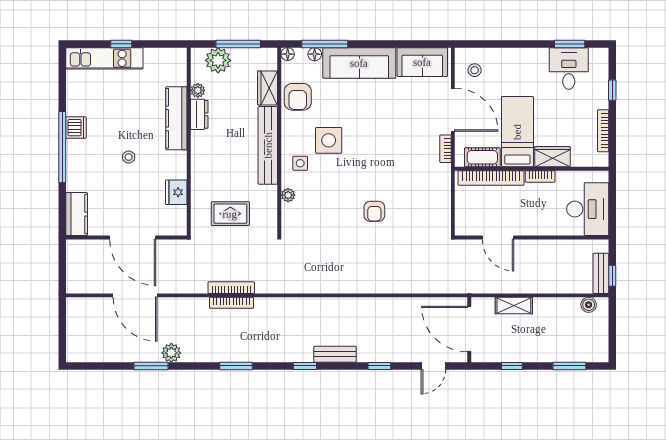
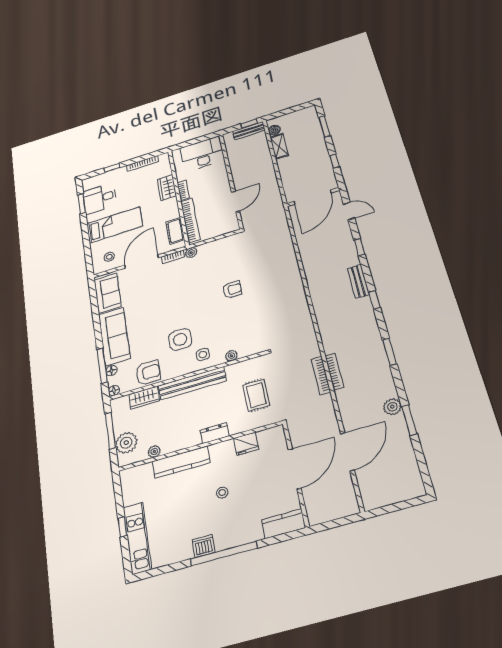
dresser: (199, 114) -> (215, 433), moved
bed: (517, 132) -> (115, 225), moved, turned 180
plant: (444, 172) -> (191, 253), added
shelving: (514, 306) -> (279, 146), moved

